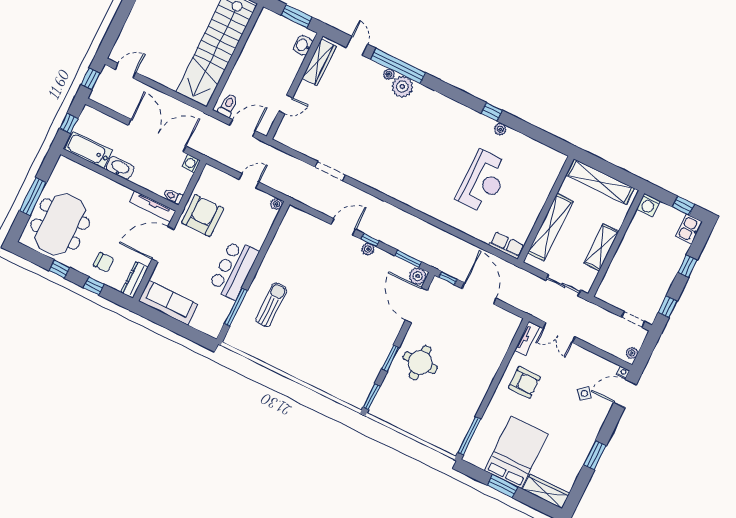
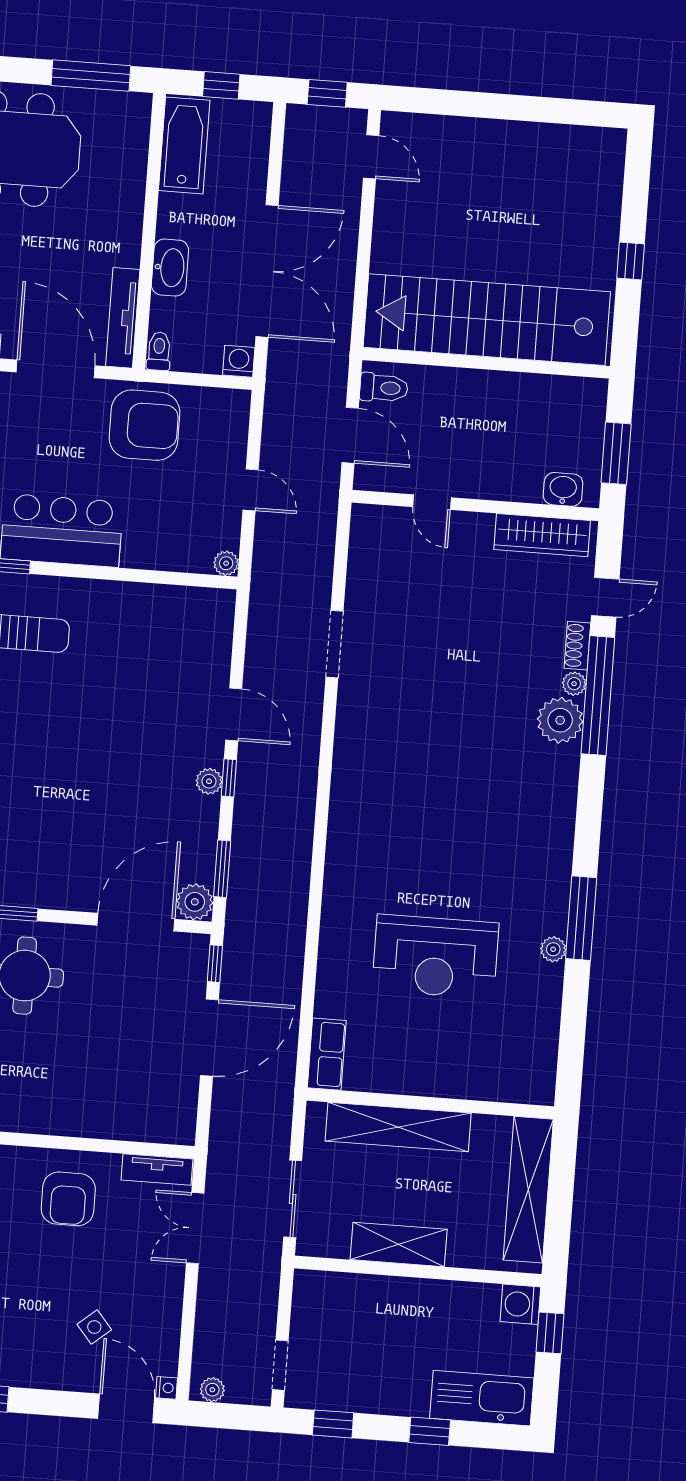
shoe rack: (373, 66) -> (577, 646), added
window: (492, 112) -> (581, 918), width x2.17
washbasin: (120, 168) -> (170, 268), moved
window: (33, 197) -> (91, 76), moved
window: (683, 206) -> (550, 1333), moved
kitchen sink: (689, 229) -> (482, 1398), width x1.87, depth x1.24

